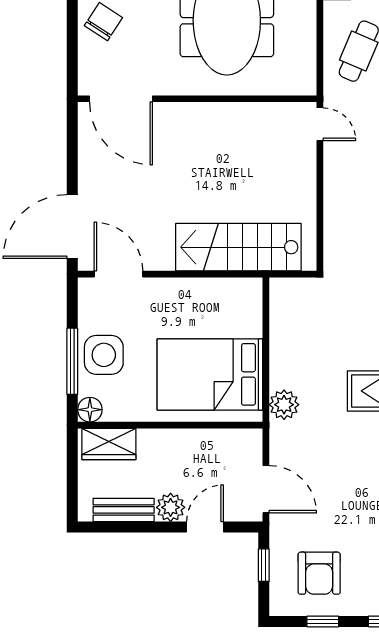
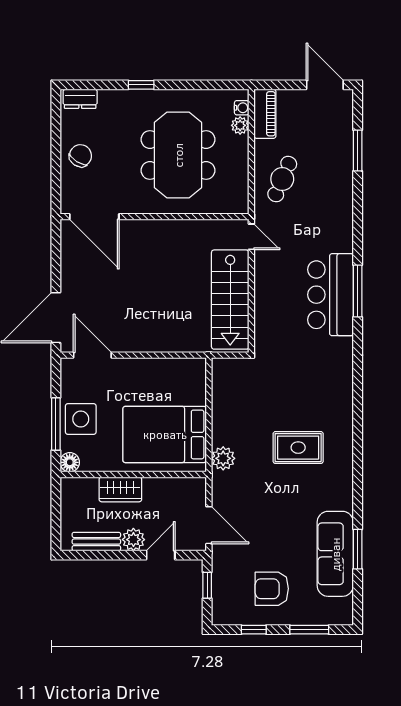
stairs: (238, 247) -> (230, 300), moved, turned -90
wardrobe: (109, 444) -> (120, 489), moved
armchair: (319, 573) -> (272, 589), moved, turned 90

